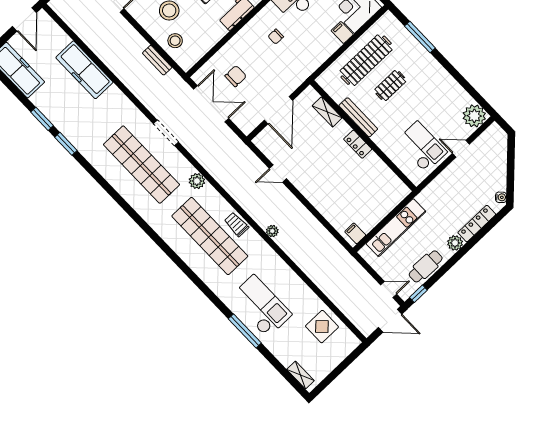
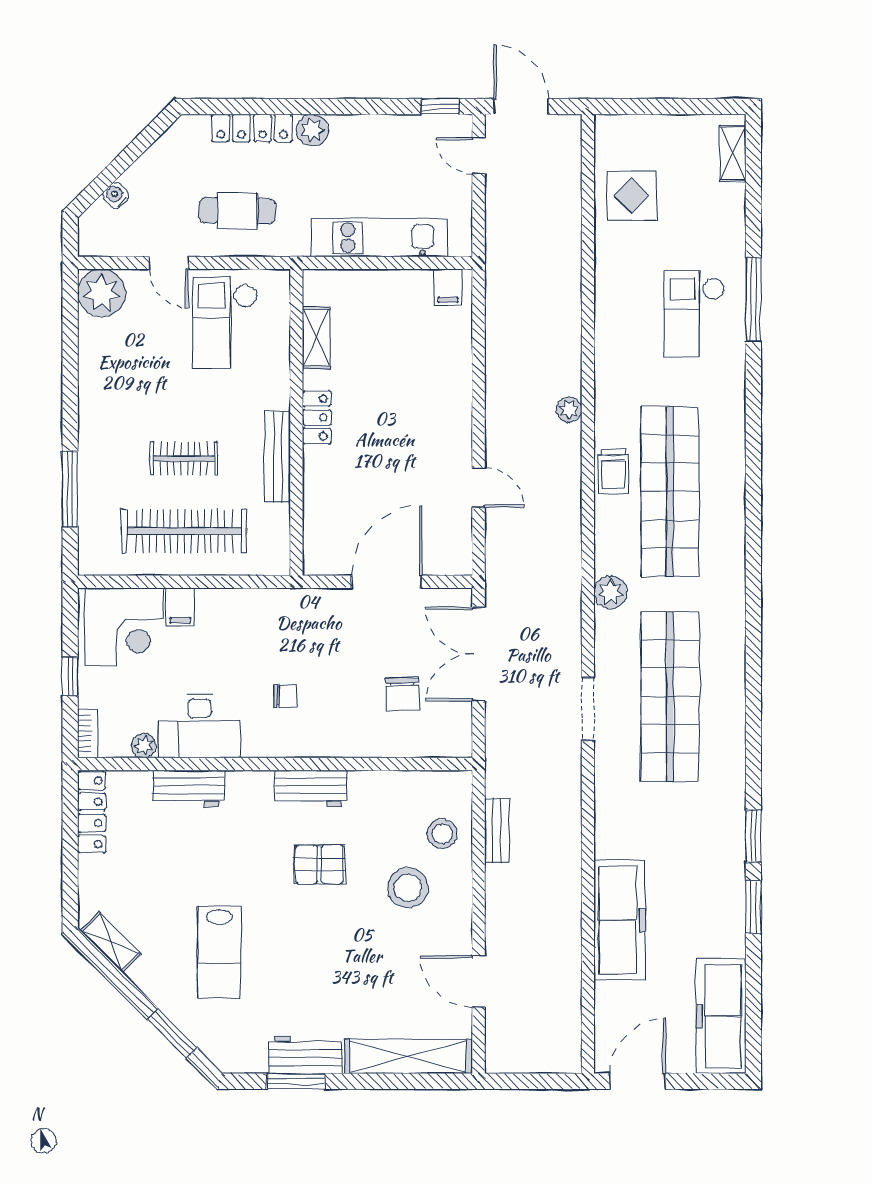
chair: (236, 76) -> (402, 694), turned -91
double door: (211, 104) -> (479, 654), moved
shelving: (327, 112) -> (316, 338), moved
water cooler: (501, 197) -> (116, 195), moved
cafe table: (426, 266) -> (237, 211), moved
checkout: (261, 306) -> (694, 314), width x0.73, depth x0.83

